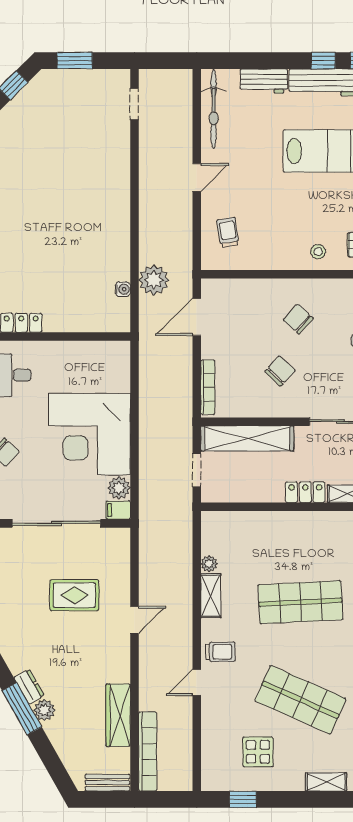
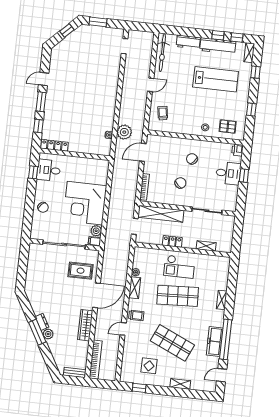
locker: (305, 492) -> (172, 241), moved
checkout: (297, 542) -> (179, 267), added
rug: (74, 595) -> (81, 271), moved
door: (134, 620) -> (96, 295), width x1.88
wardrobe: (118, 715) -> (85, 325), moved

